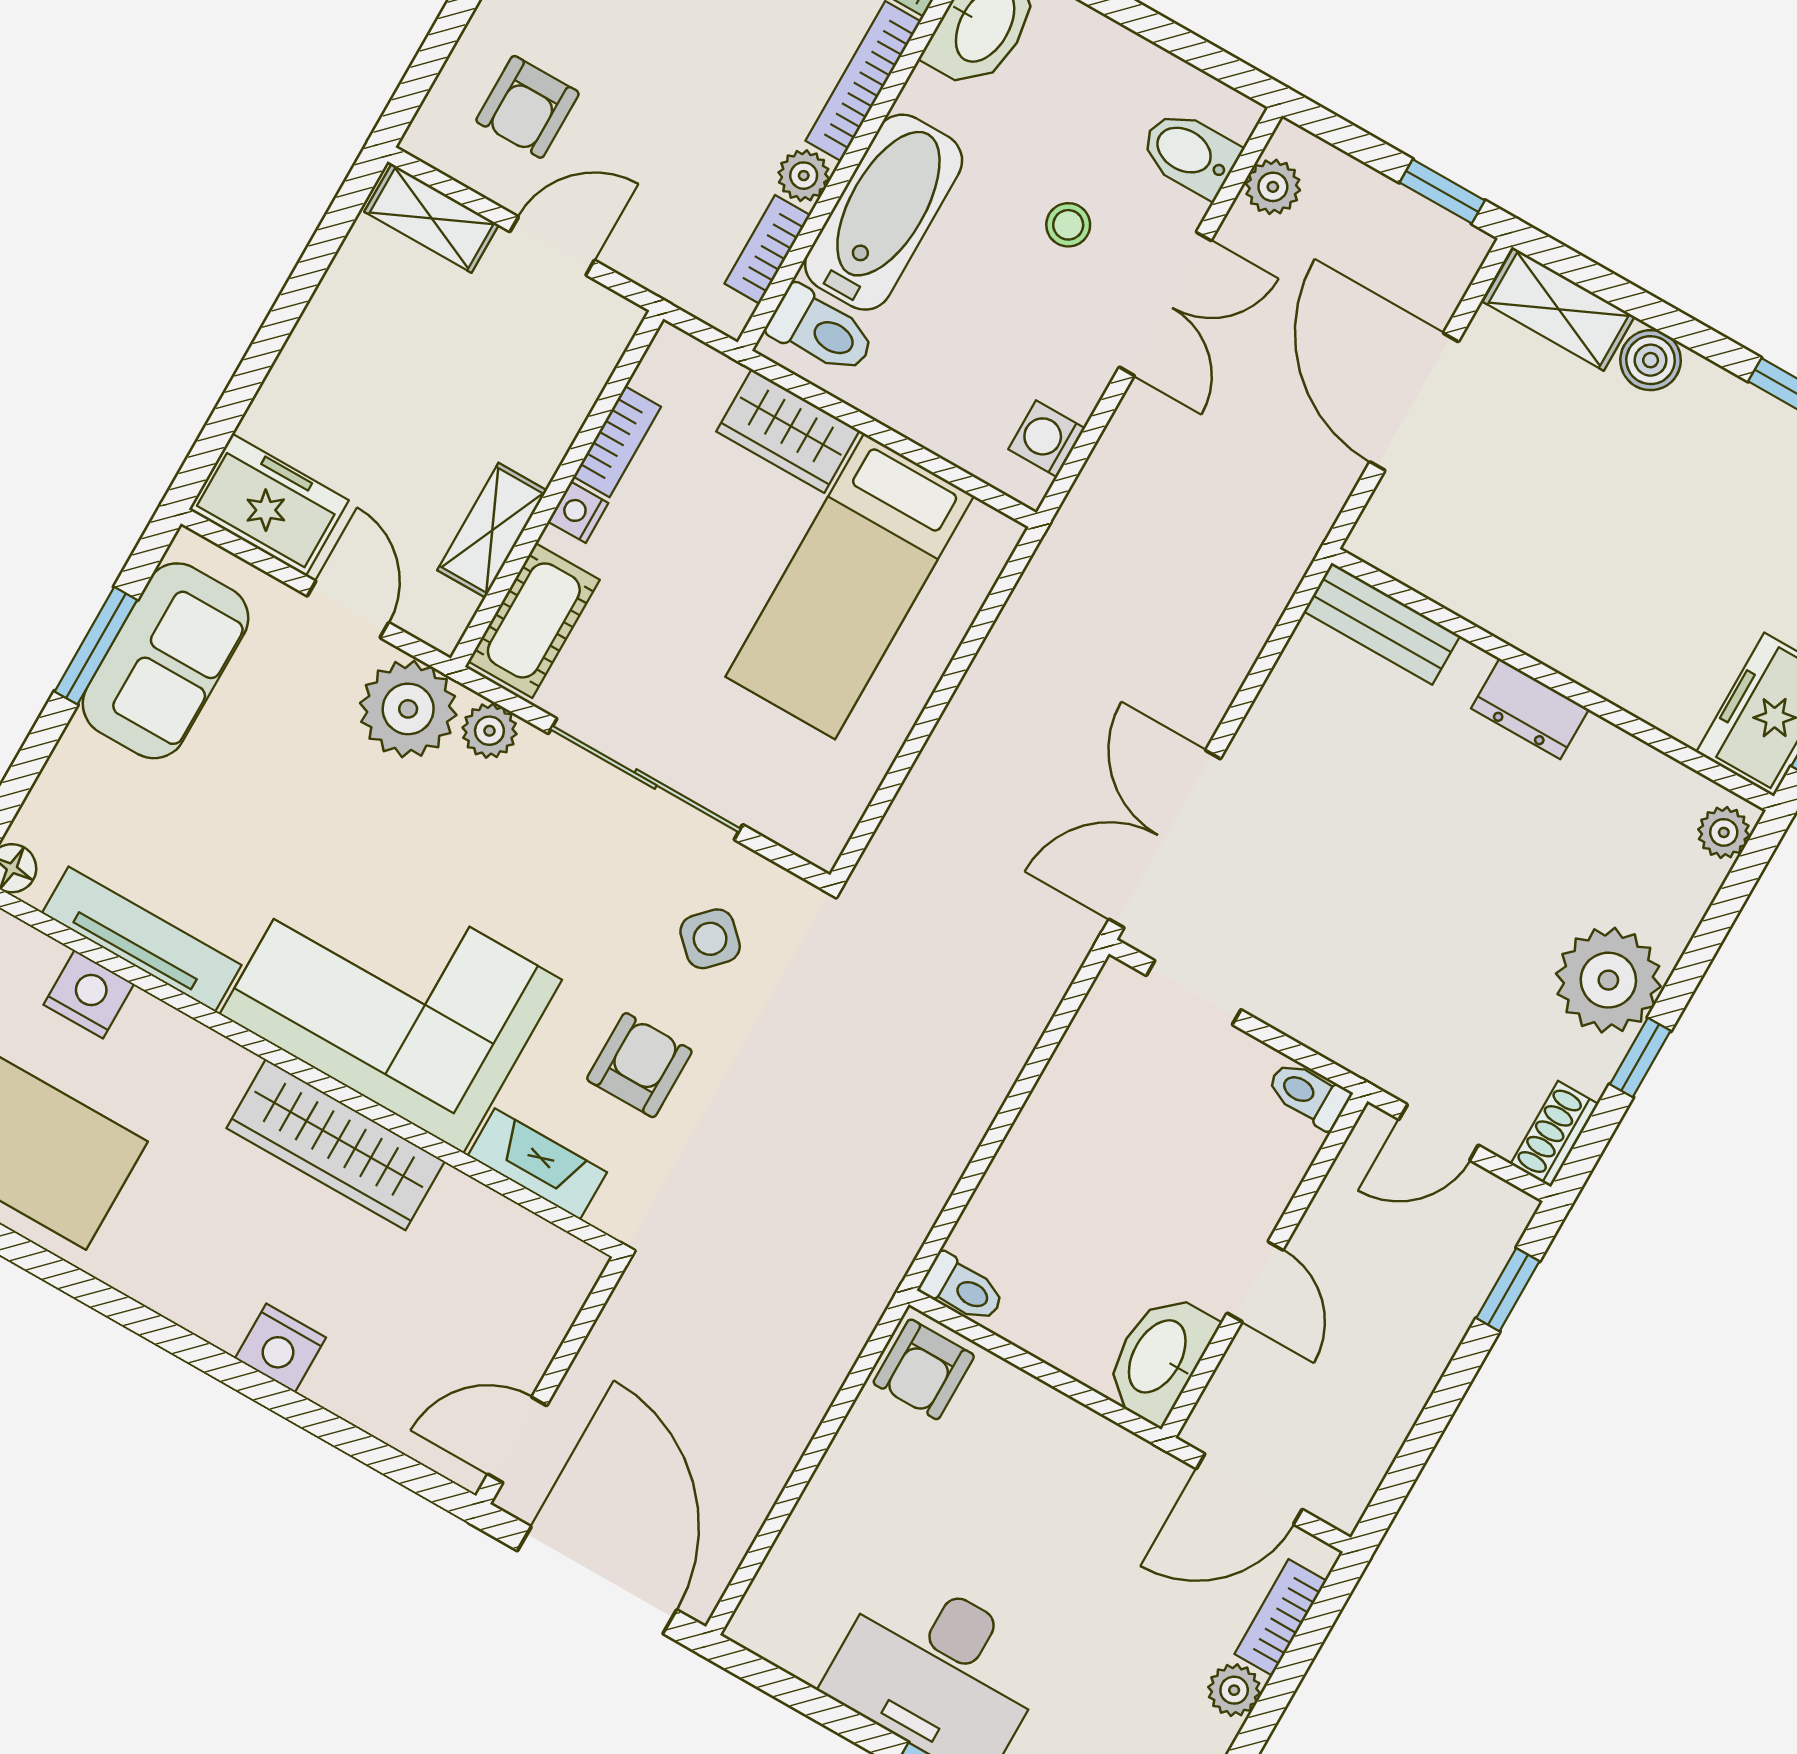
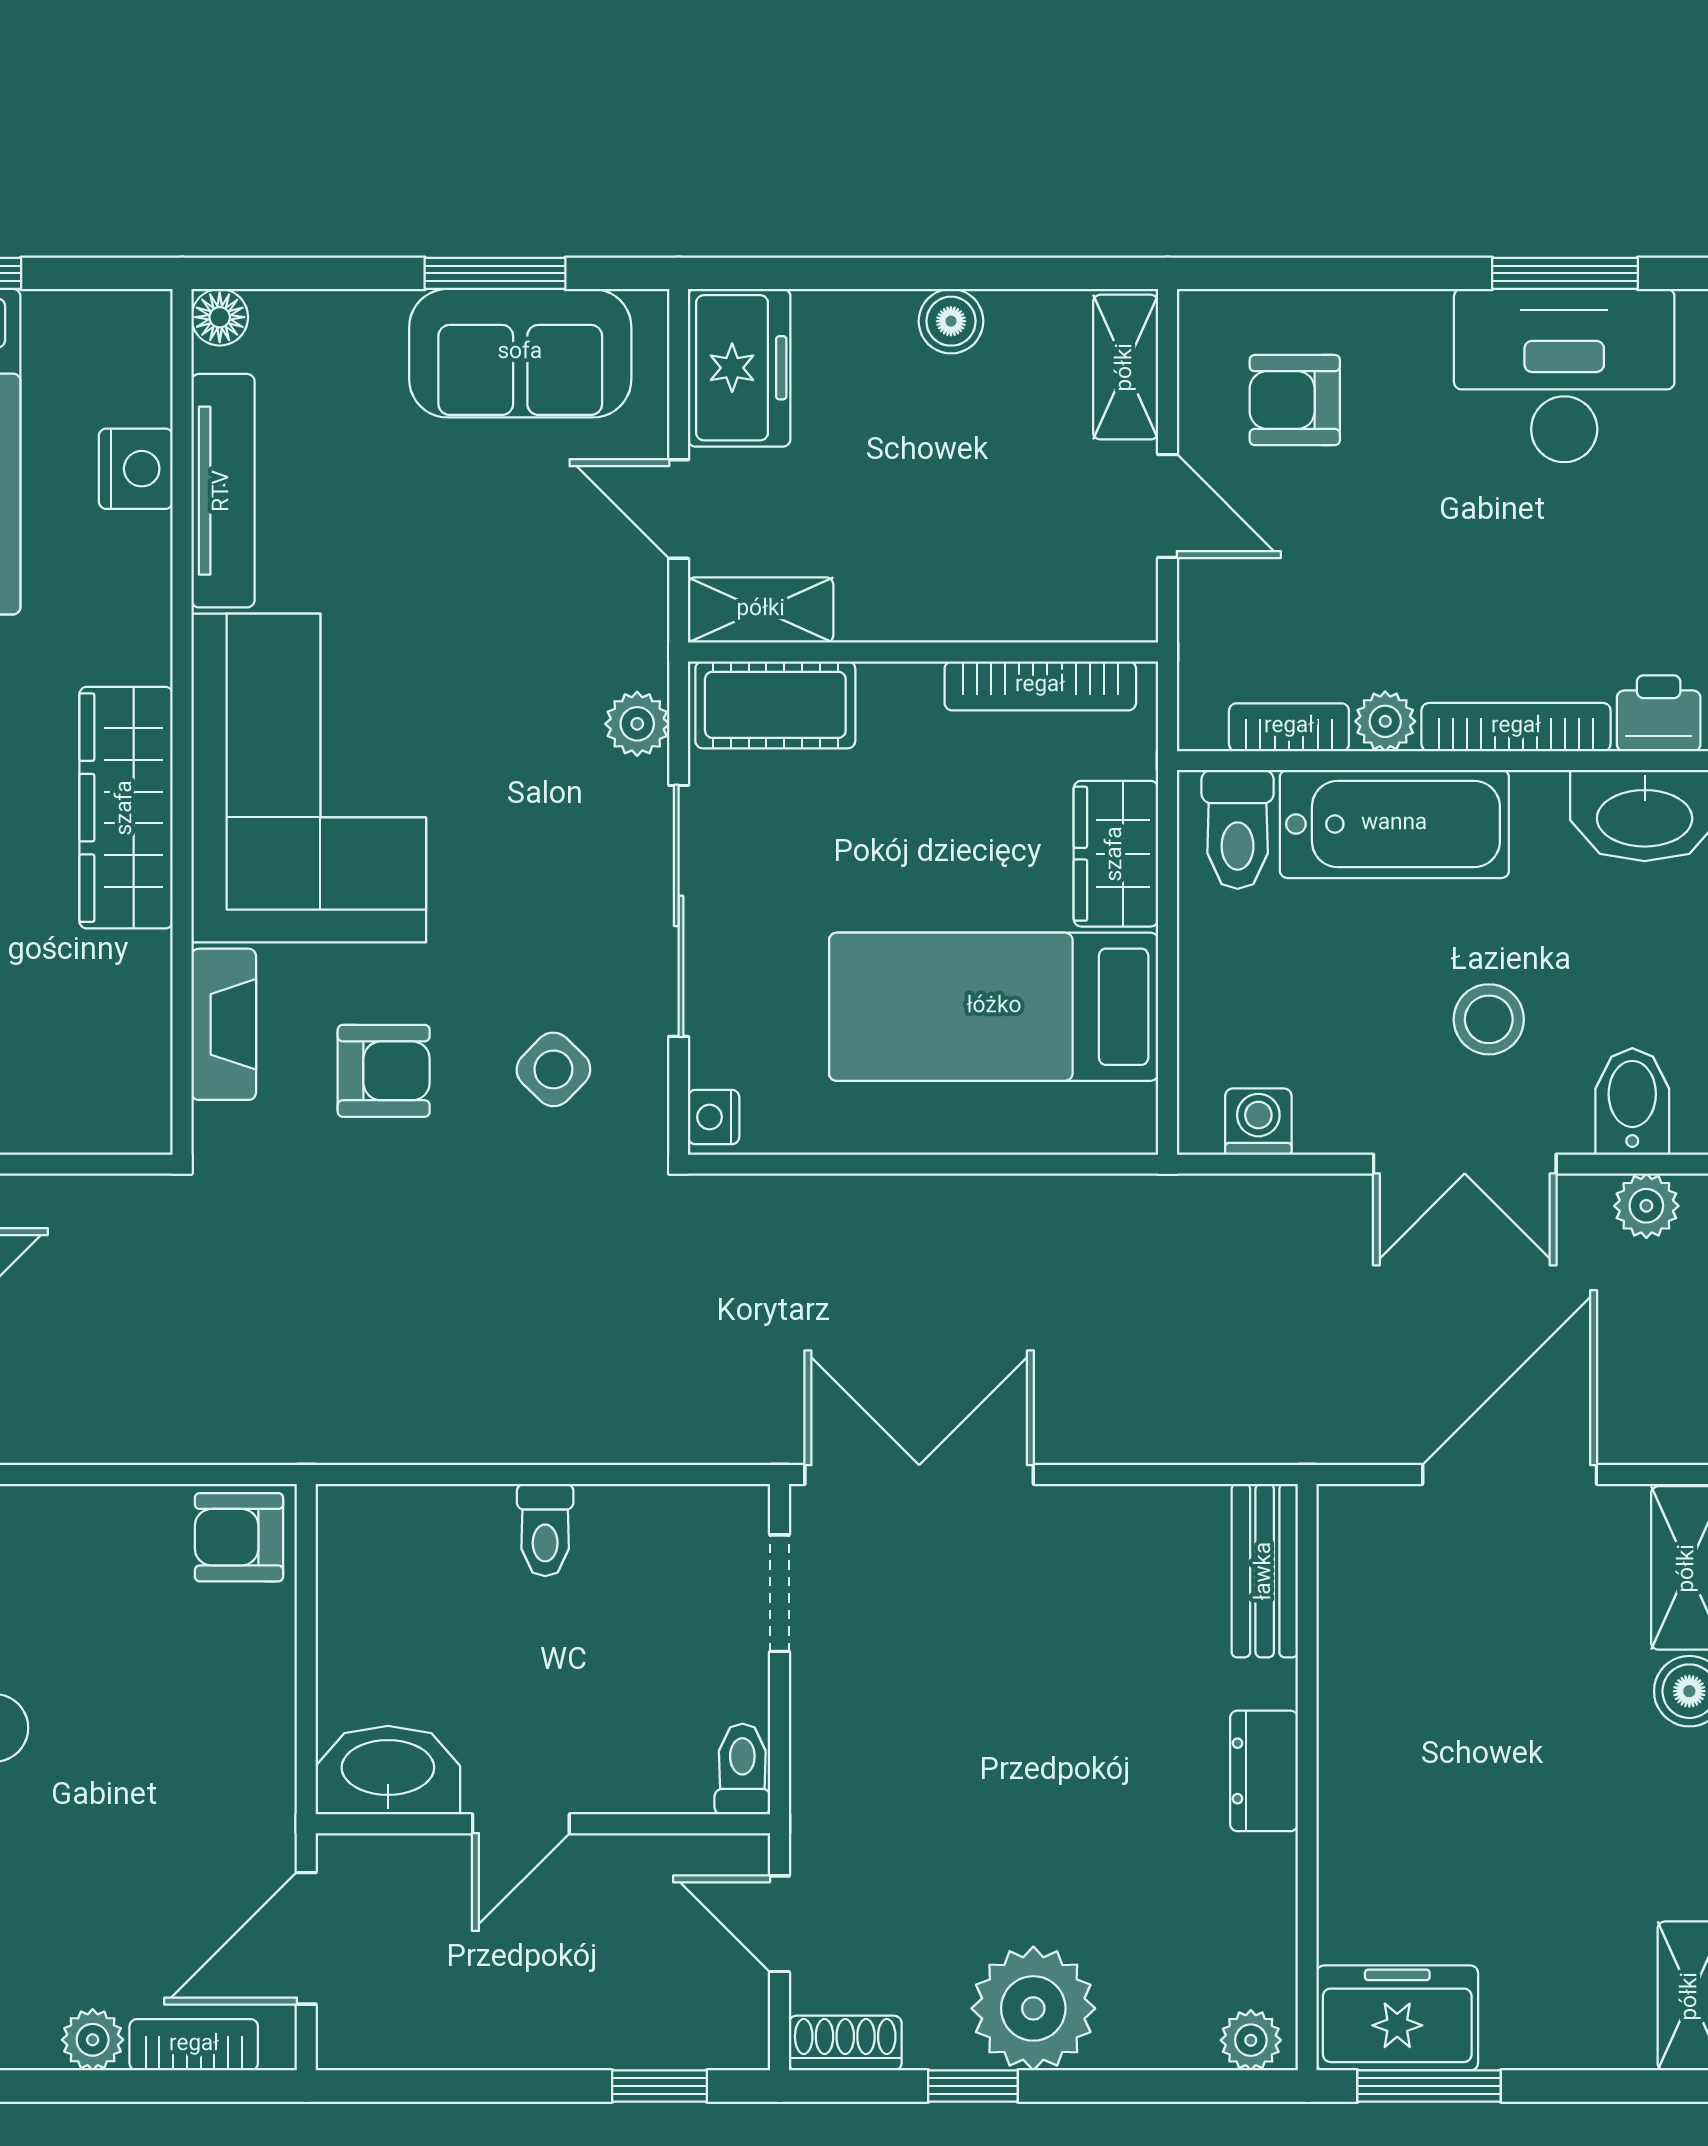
stool: (1068, 225) -> (1489, 1019), width x1.37, depth x1.37
boiler: (324, 328) -> (951, 321), added
bookcase: (617, 442) -> (1040, 686), width x1.56
nightstand: (578, 512) -> (714, 1117), moved, turned -90
shelving: (492, 530) -> (761, 610), moved
door: (348, 609) -> (679, 509), swing flipped
plant: (408, 709) -> (612, 628), removed
toilet: (963, 1289) -> (545, 1530), moved
door: (1249, 1489) -> (306, 1938), hinge flipped

